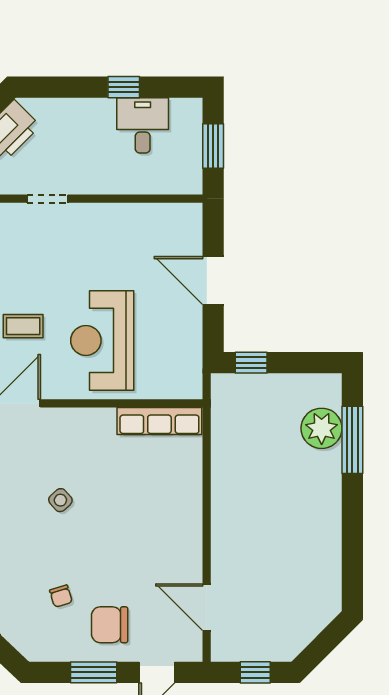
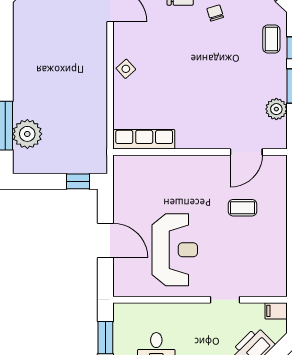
reception desk: (102, 340) -> (175, 250), moved
side table: (60, 500) -> (126, 69), moved

